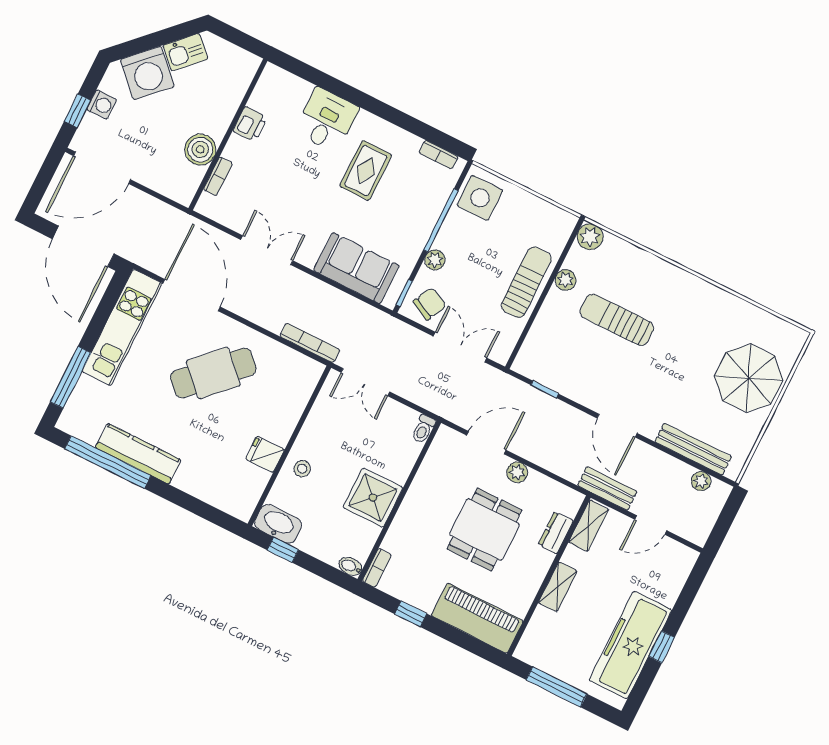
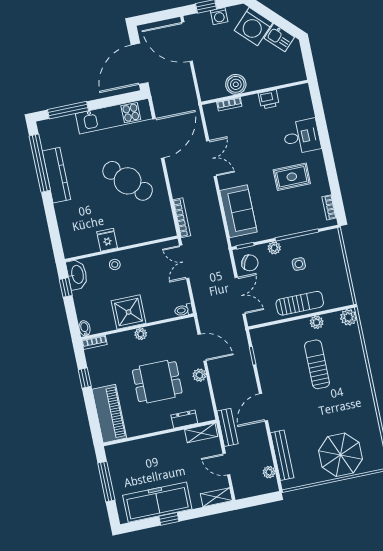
side table: (480, 198) -> (299, 264), moved, width x0.54, depth x0.54
plant: (411, 504) -> (141, 334), added
shelving: (558, 587) -> (216, 497), moved

